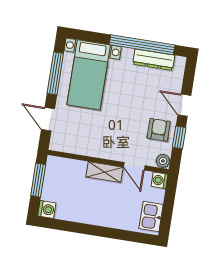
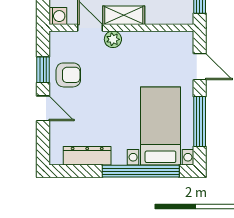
window: (142, 45) -> (141, 171), moved
armchair: (159, 130) -> (68, 75), turned -90
plant: (163, 161) -> (113, 39), moved

